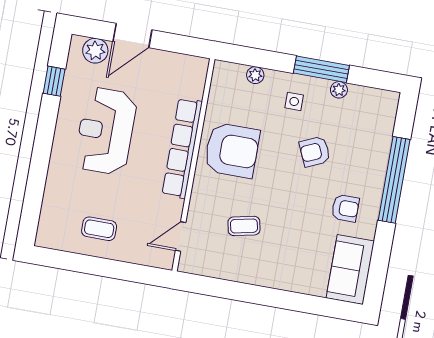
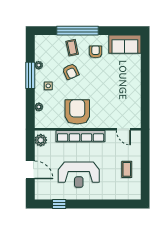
plant: (95, 51) -> (41, 140), moved
coffee table: (244, 226) -> (72, 48), moved

